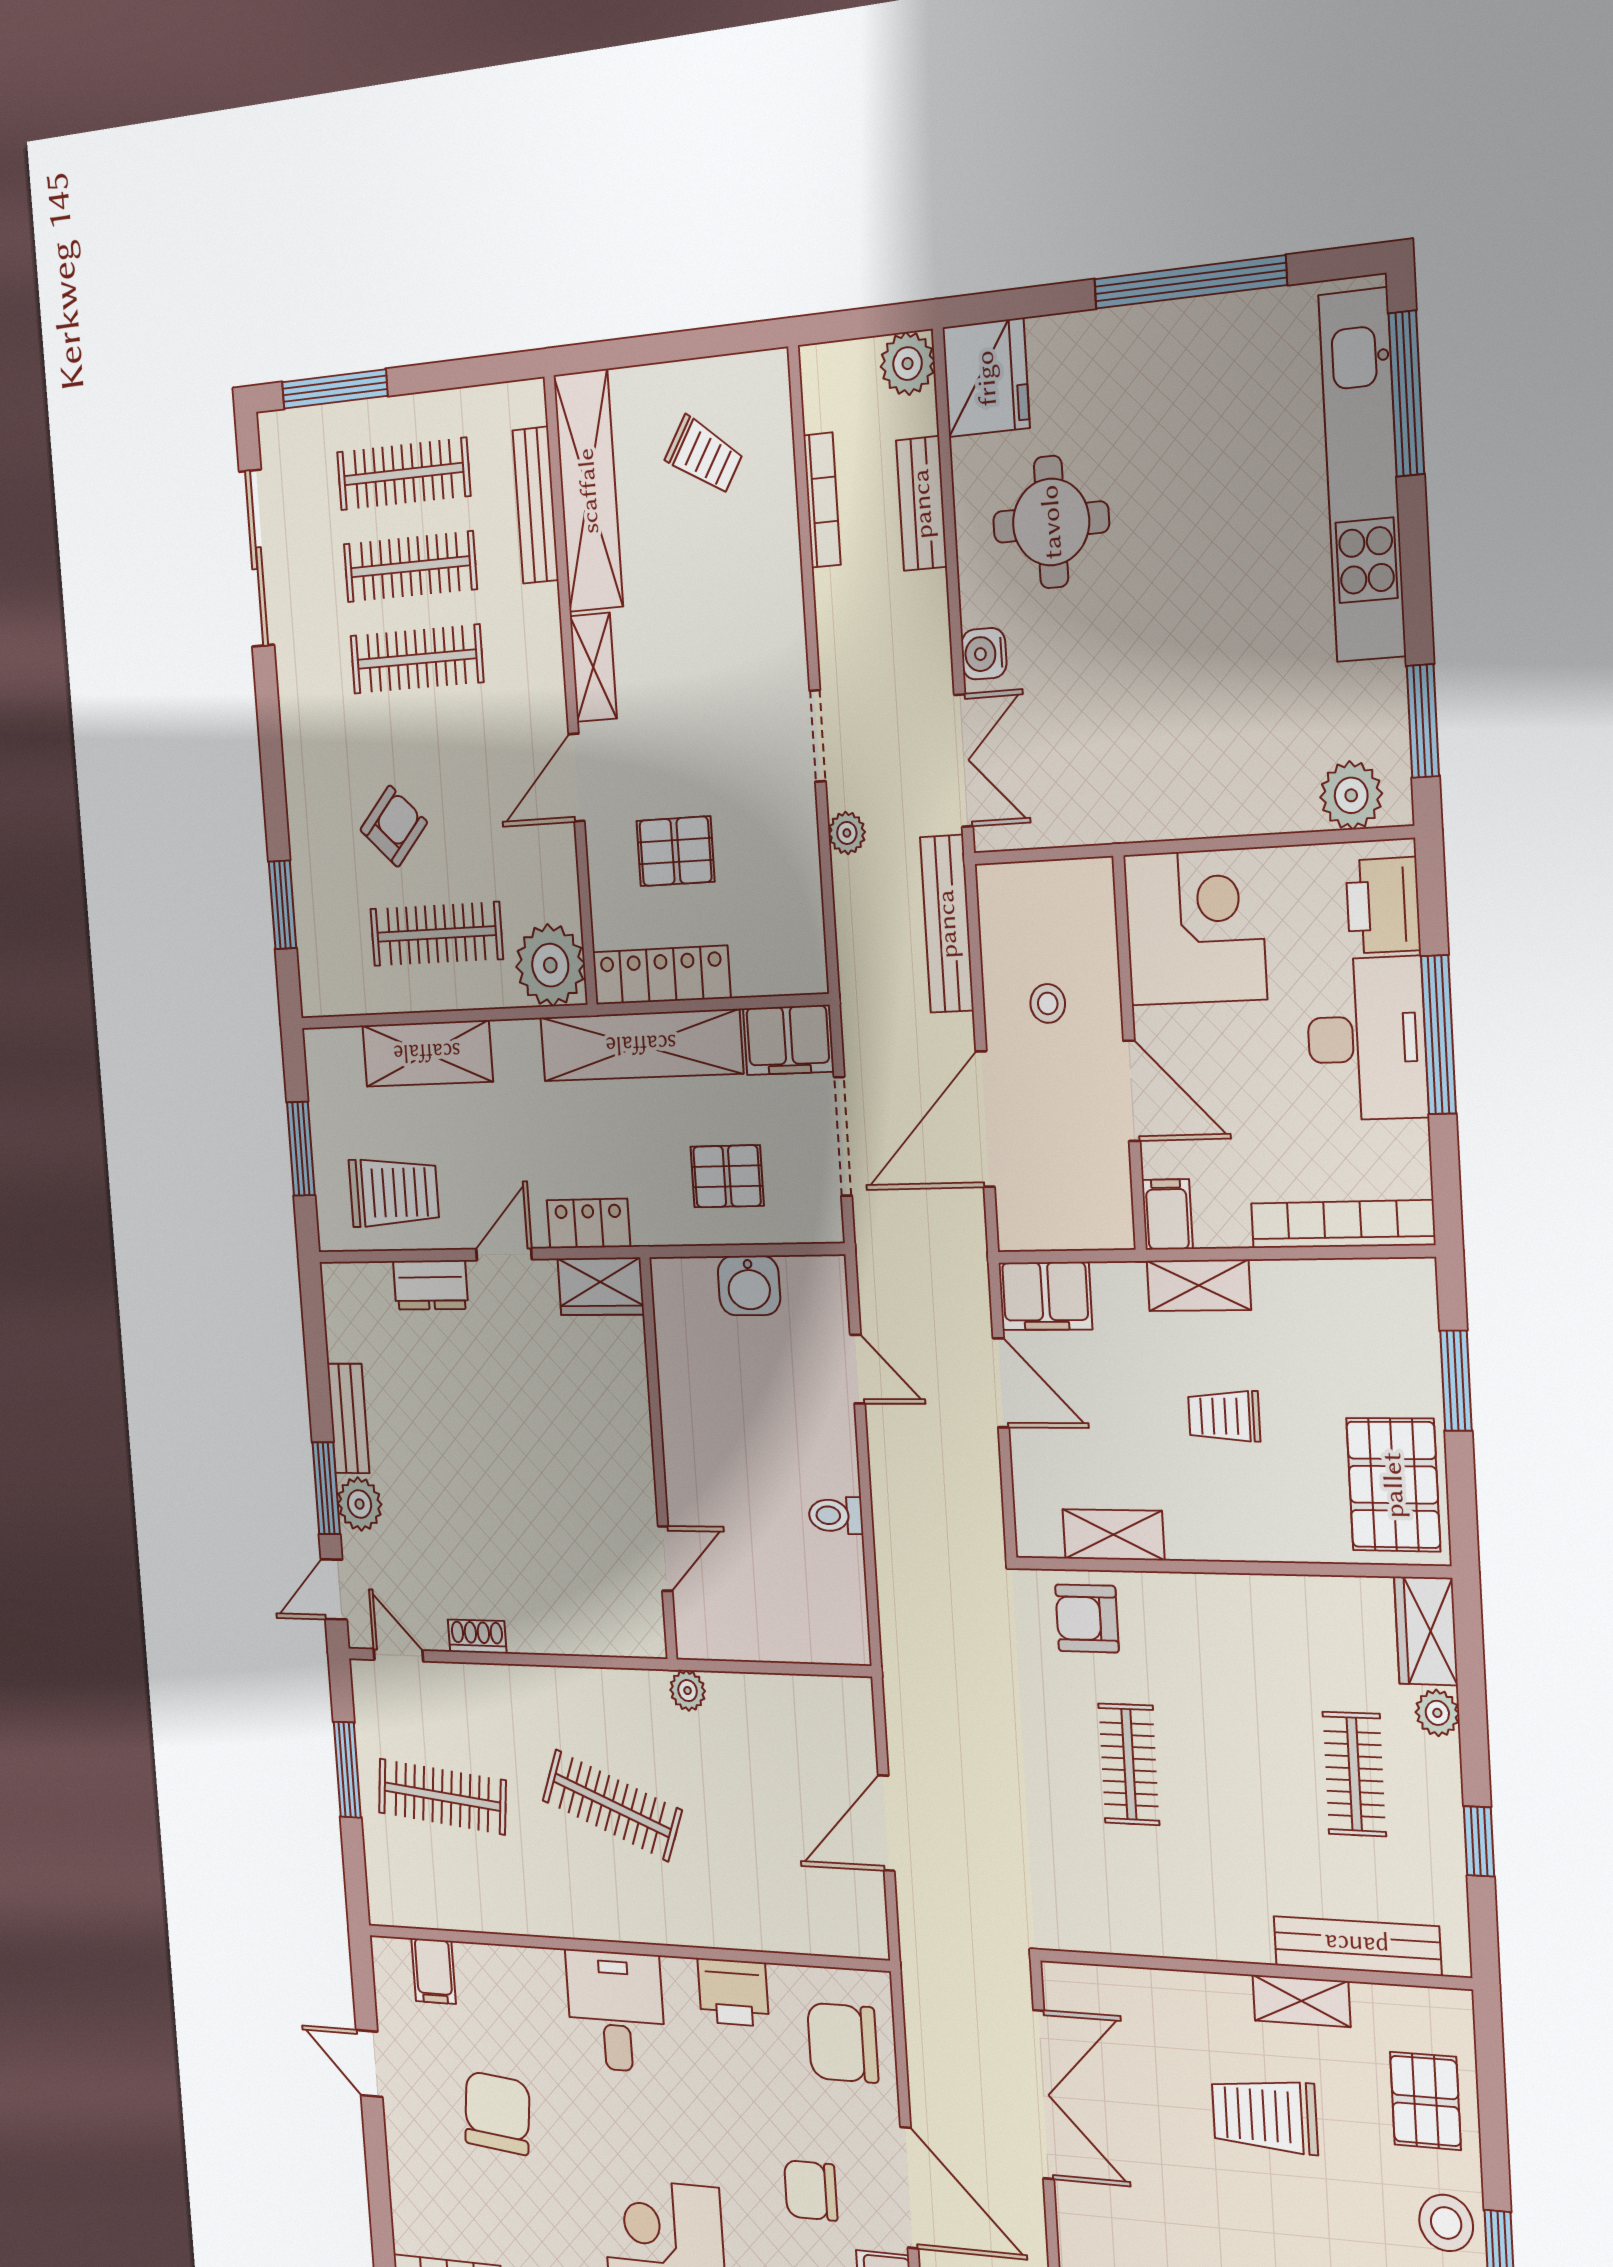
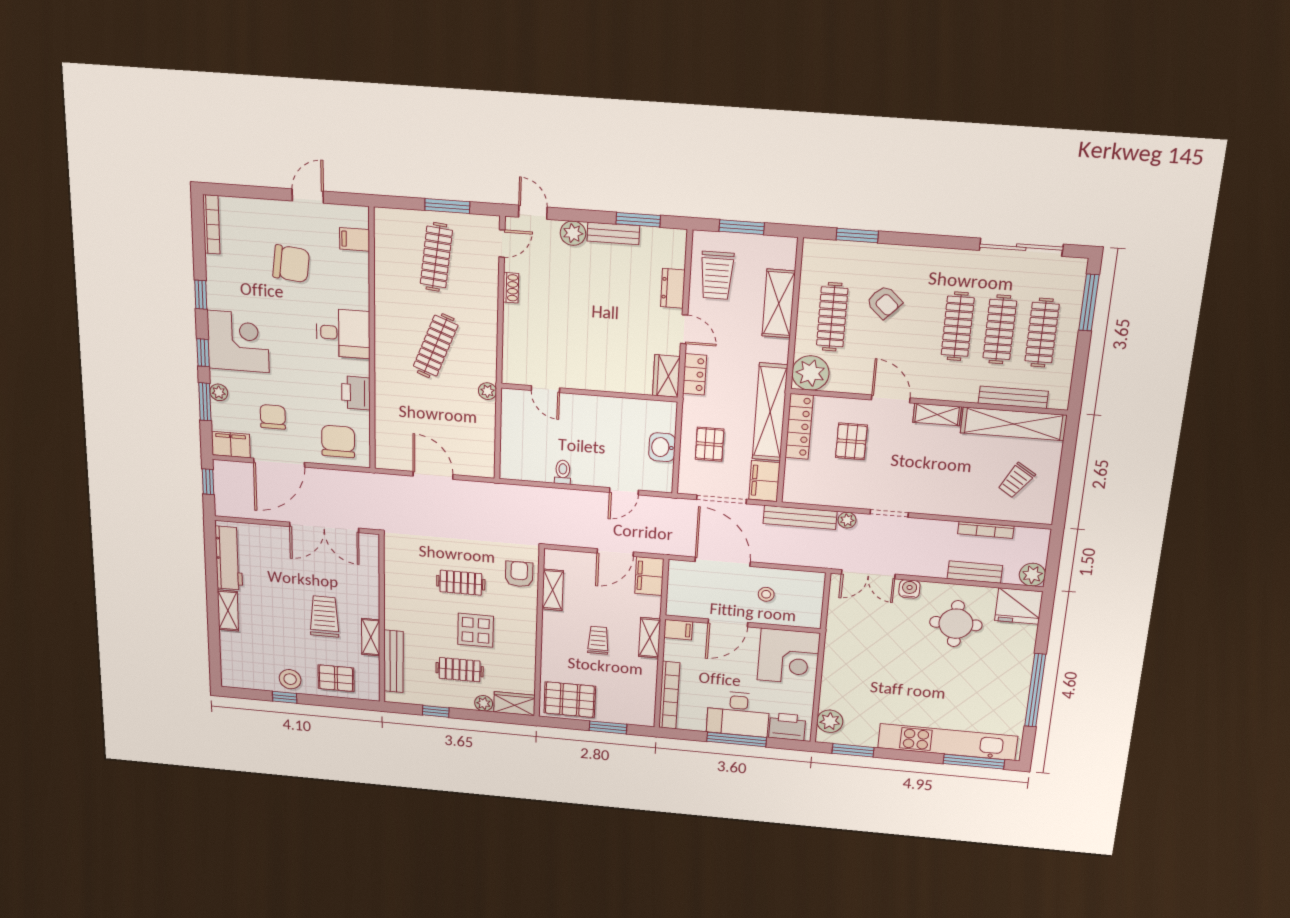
bench: (947, 924) -> (800, 517), moved
window: (326, 1488) -> (638, 220), moved
display table: (1244, 1730) -> (476, 630), added

